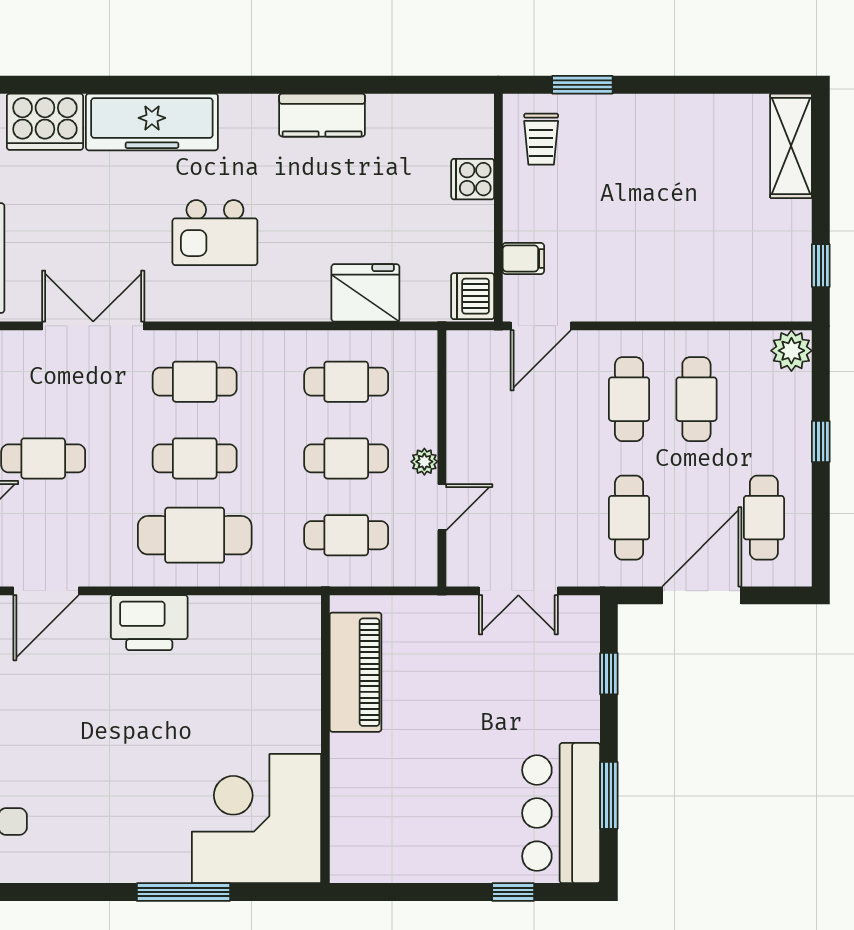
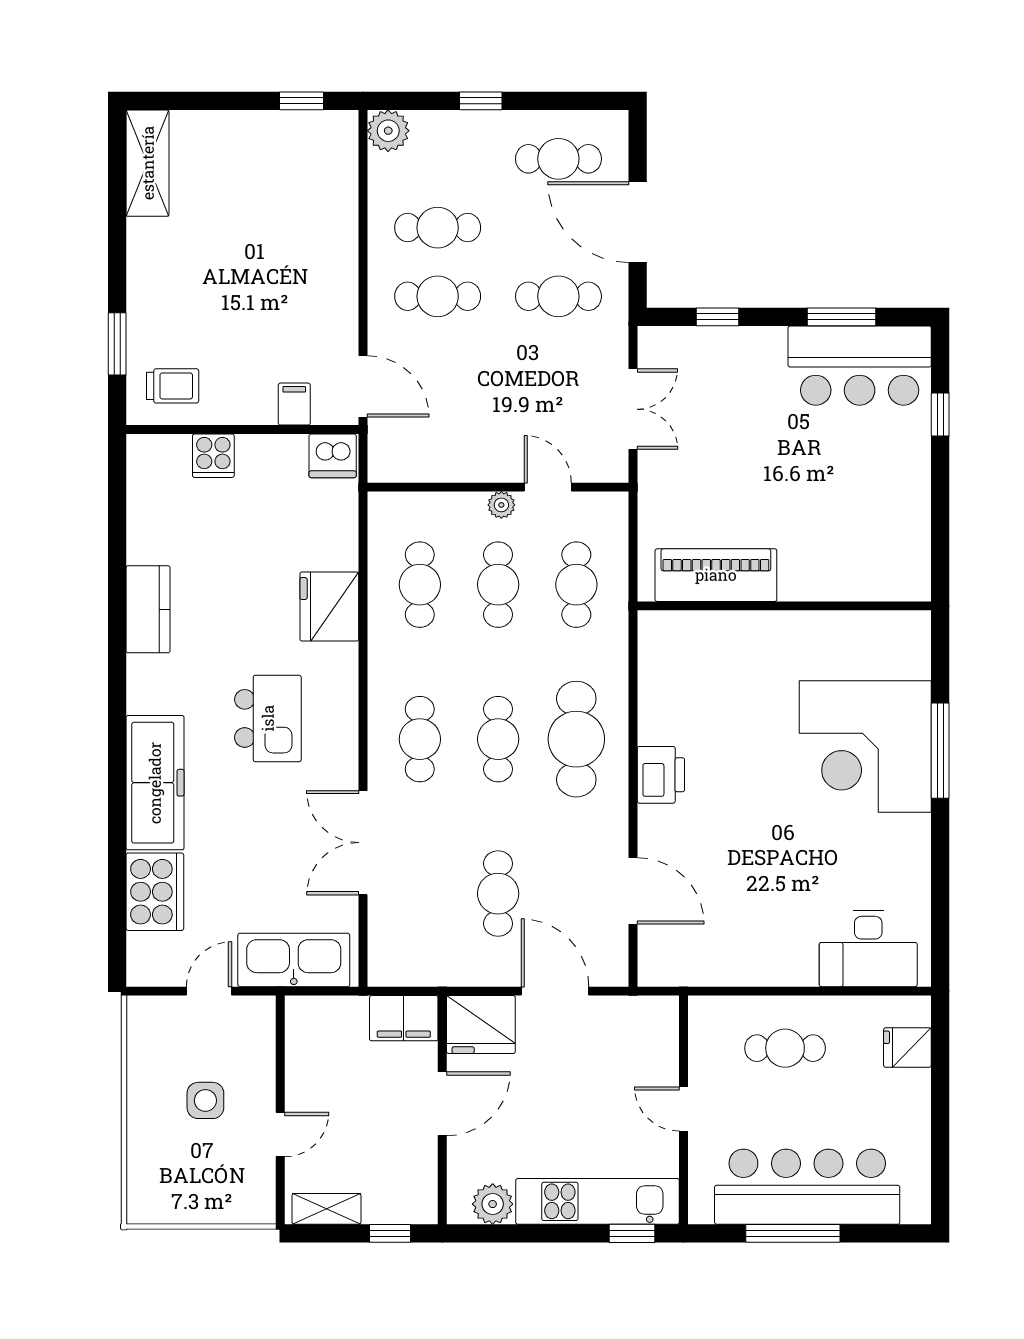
shelving: (791, 146) -> (148, 163), moved, turned 90
fridge: (365, 293) -> (329, 607), moved
printer: (149, 623) -> (661, 775), width x0.73, depth x0.84
corner desk: (256, 819) -> (865, 747), moved

